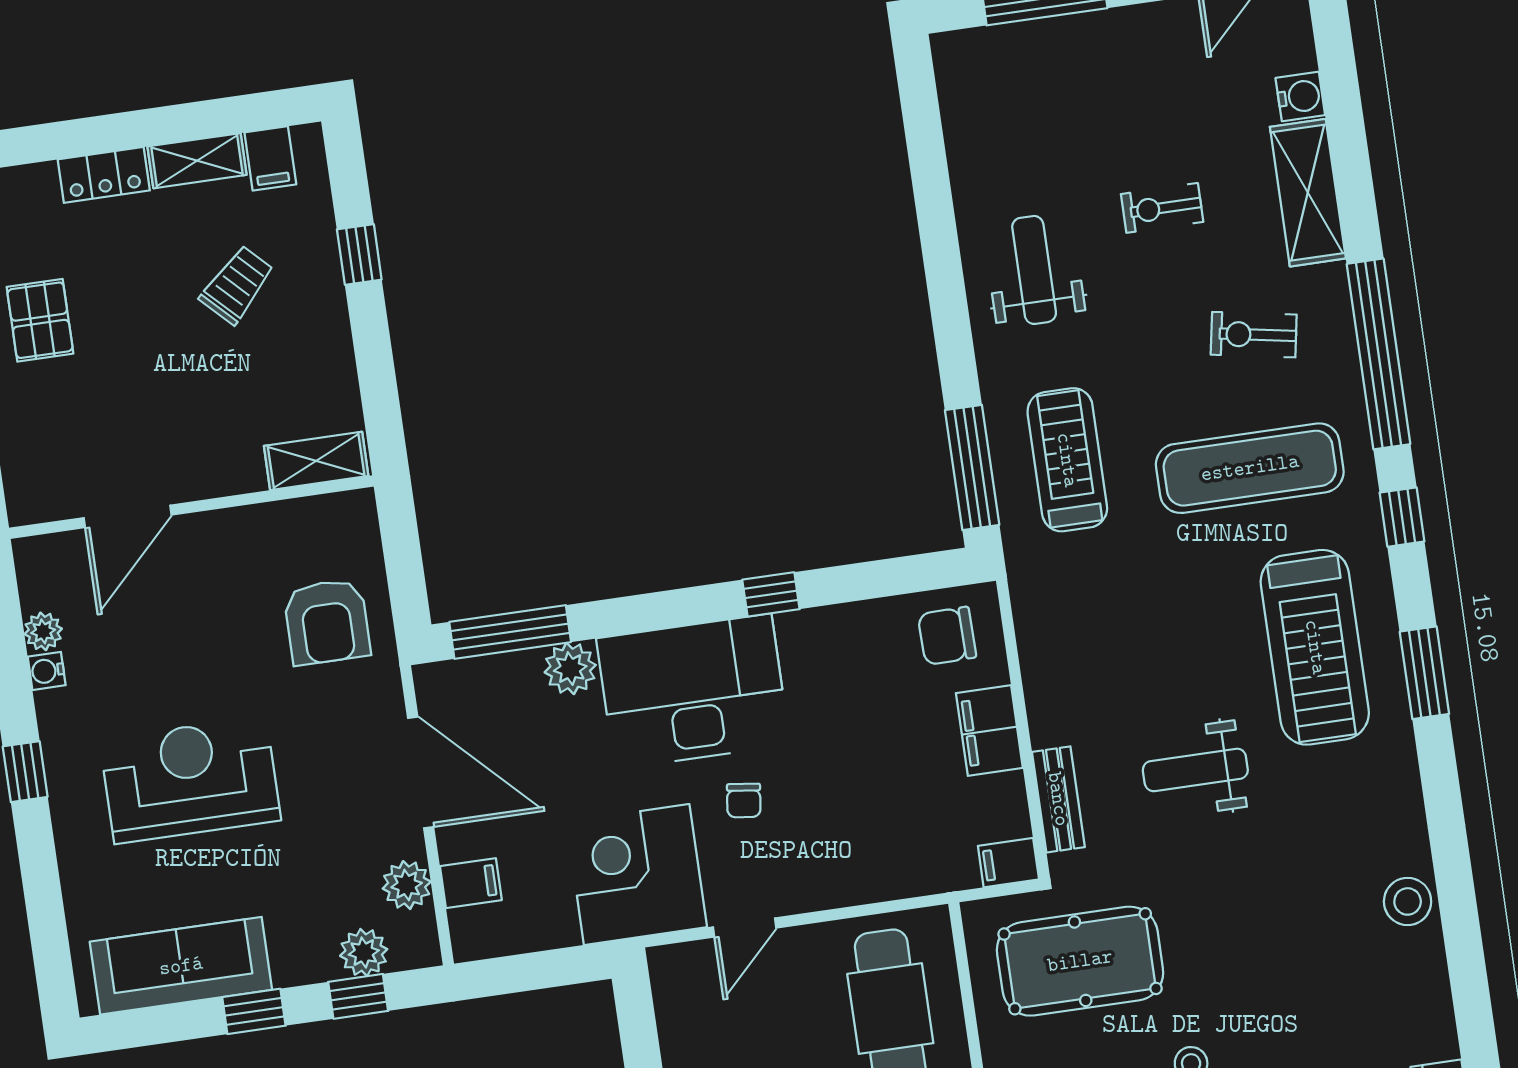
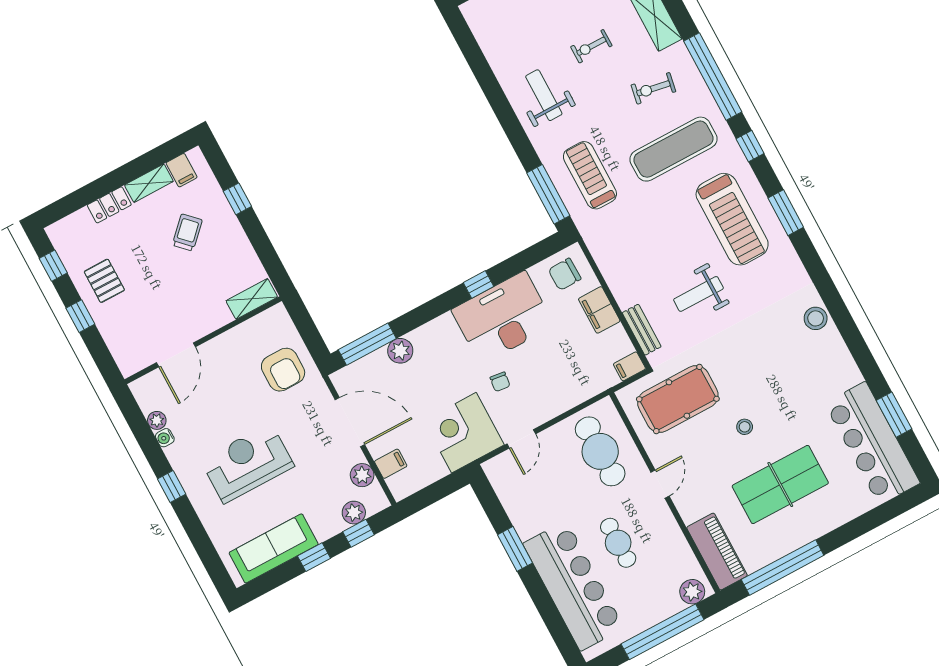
desk: (693, 691) -> (503, 318), moved

